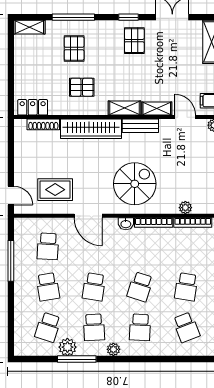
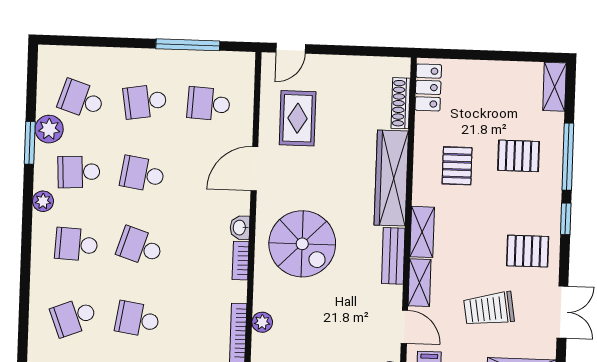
window: (129, 17) -> (566, 219), moved
trolley: (172, 64) -> (489, 309), added
door: (185, 117) -> (404, 327), hinge flipped
bookcase: (154, 223) -> (241, 261), width x0.64
window: (77, 359) -> (30, 143), width x0.69

